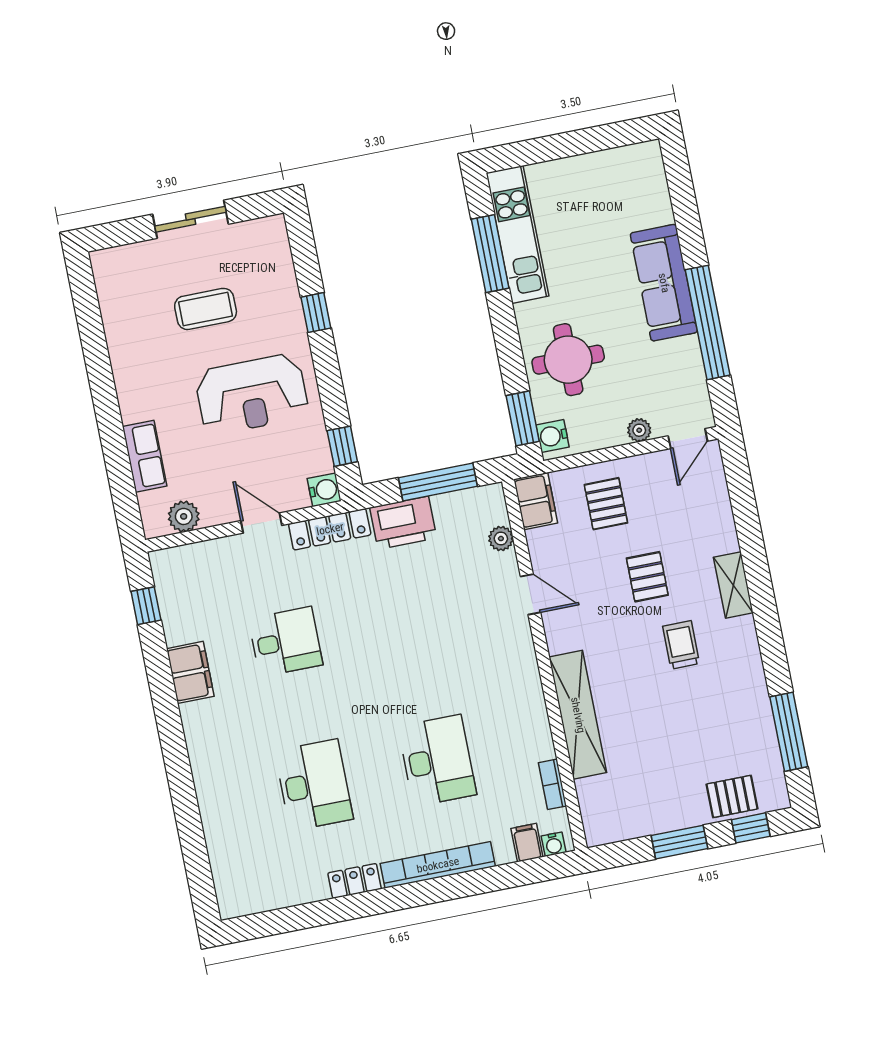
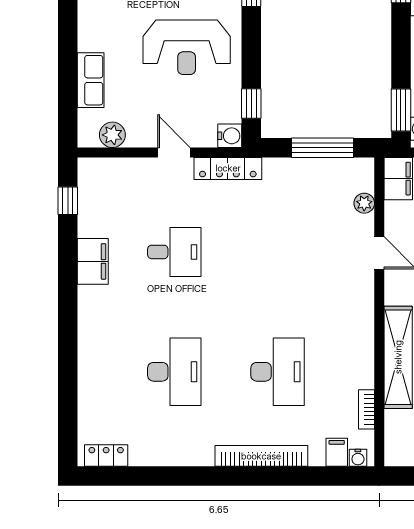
printer: (403, 523) -> (288, 175), removed
locker: (355, 881) -> (106, 456), moved

